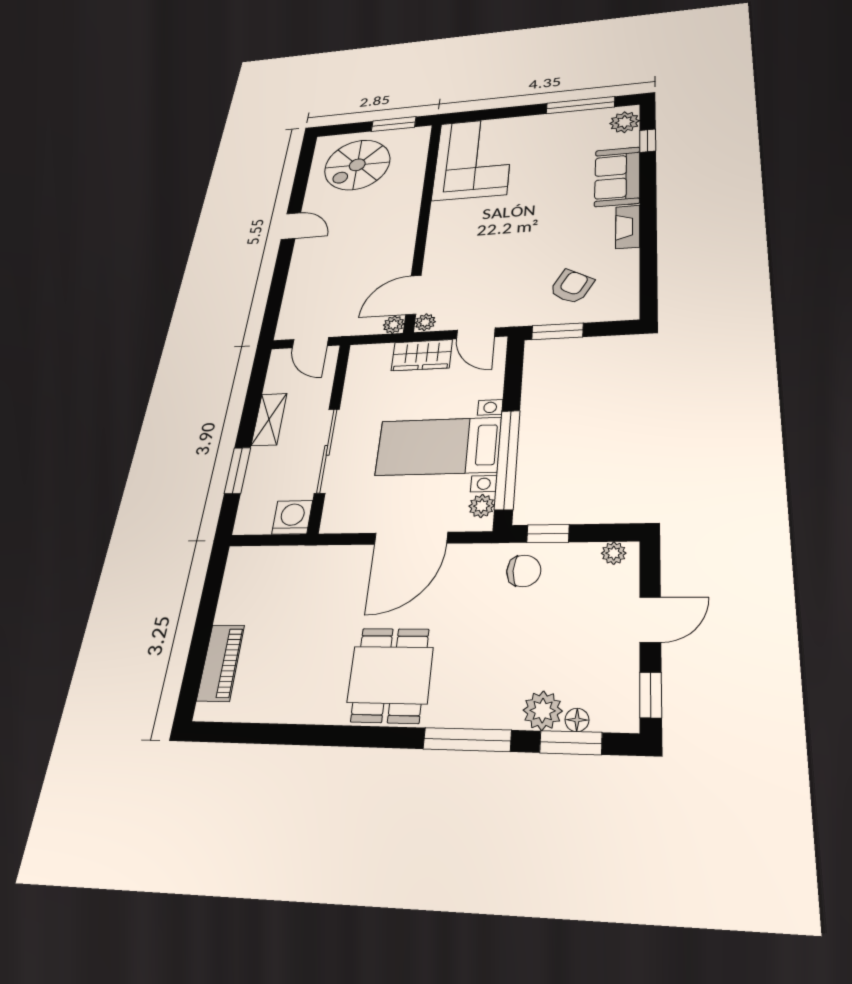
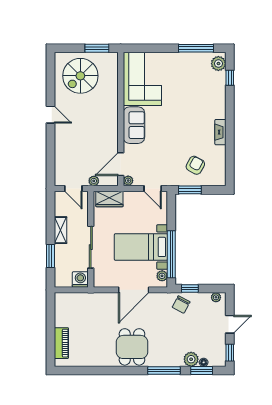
sofa: (617, 177) -> (134, 125), moved, turned 180
plant: (394, 325) -> (94, 181), moved
wardrobe: (422, 355) -> (109, 199), moved
chair: (524, 571) -> (181, 305), turned 118

